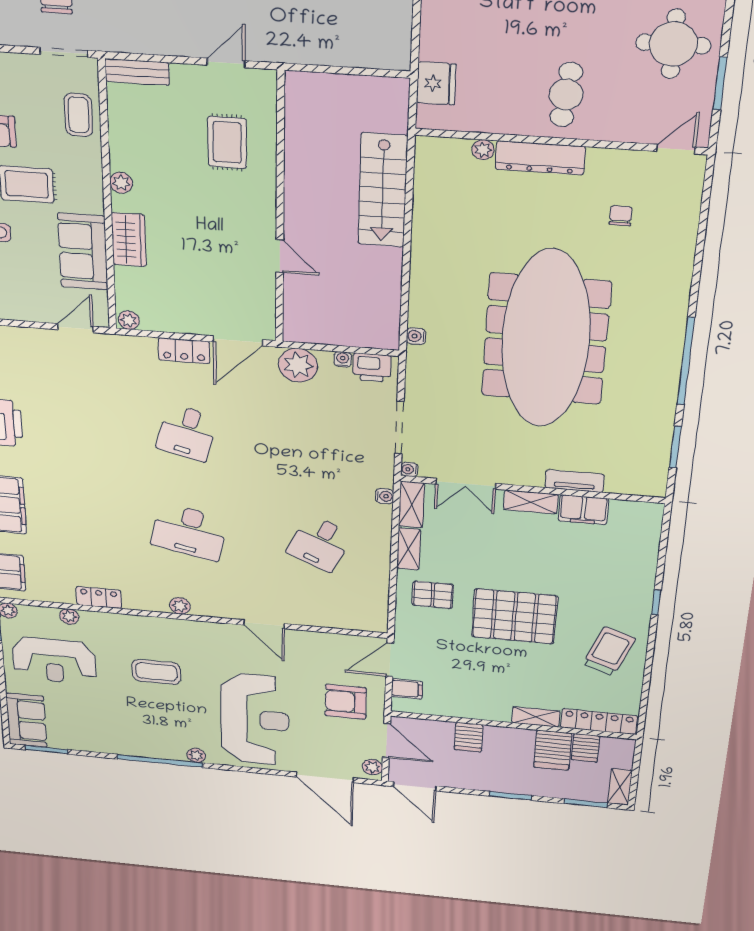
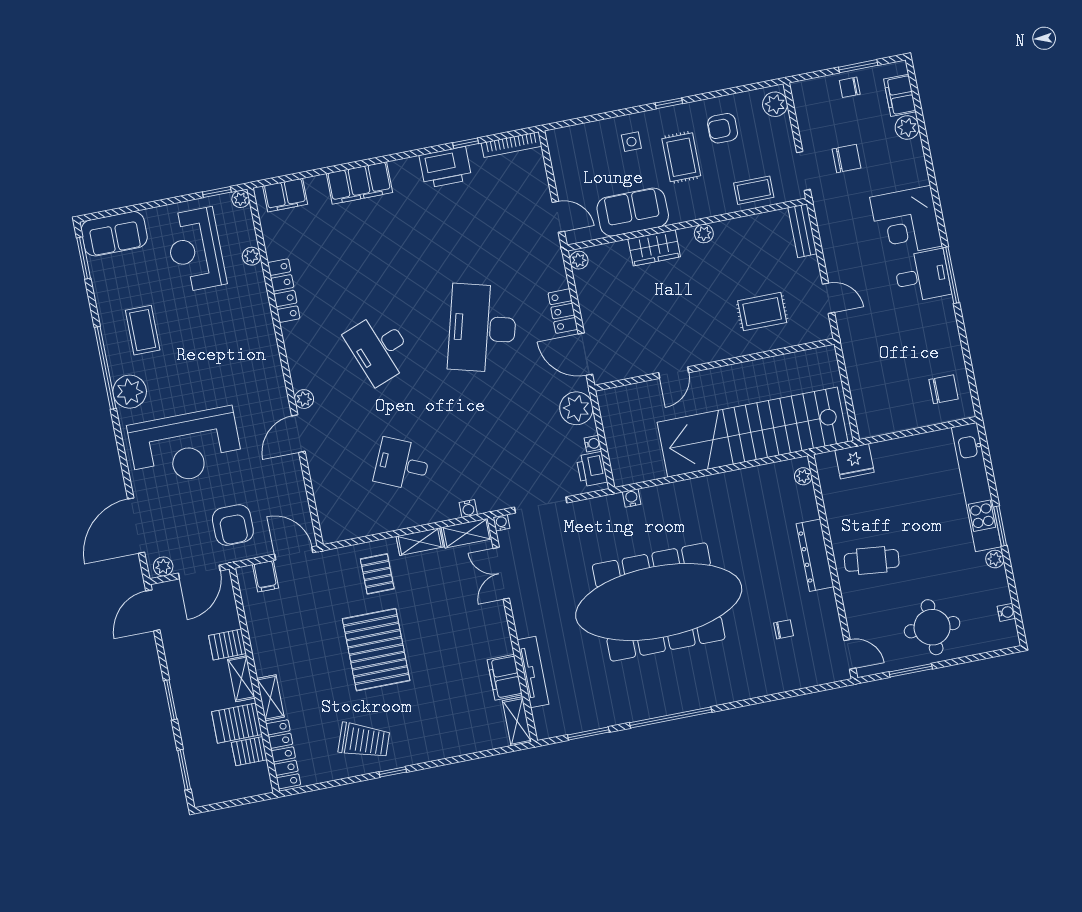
plant: (483, 150) -> (803, 476), moved
stairs: (383, 190) -> (753, 432), width x1.86, depth x1.51
desk: (187, 433) -> (482, 328), width x1.87, depth x1.30
tv unit: (575, 481) -> (533, 672), width x1.41
shelving: (531, 502) -> (517, 721), moved
desk: (189, 532) -> (379, 348), turned -33
locker: (99, 597) -> (284, 291), width x1.53
window: (656, 602) -> (393, 772), moved
plant: (180, 606) -> (304, 399), moved
coffee table: (156, 672) -> (143, 330), moved
armchair: (346, 702) -> (233, 525), turned 180
plant: (196, 755) -> (130, 392), width x1.87, depth x1.87
shelving: (620, 787) -> (241, 679), moved, turned 90

